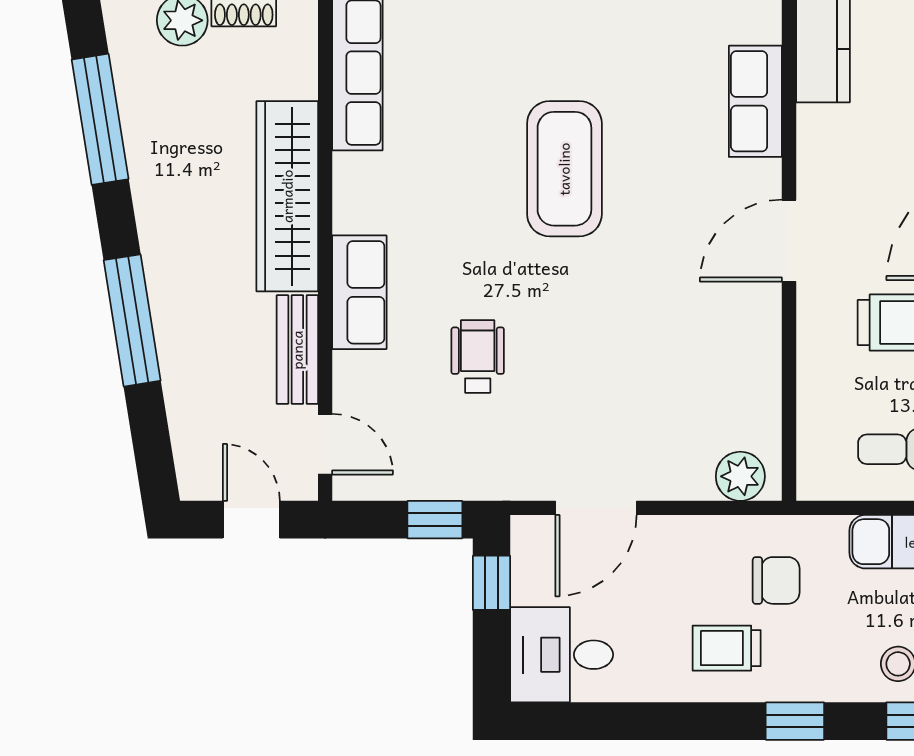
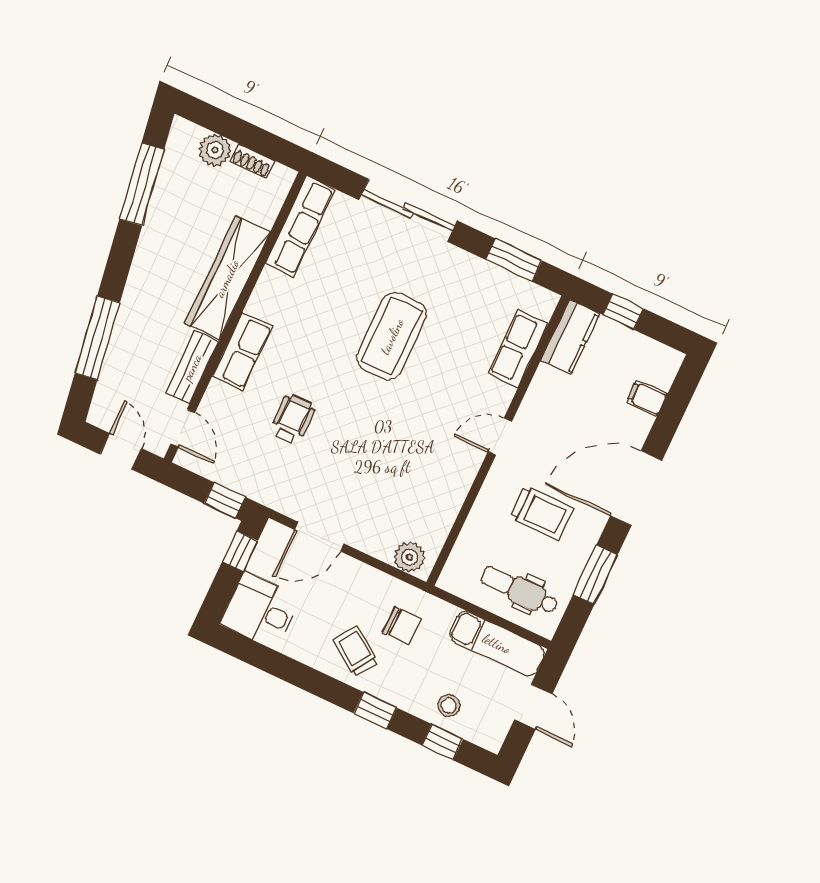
door: (789, 241) -> (500, 437), width x0.73
window: (132, 320) -> (97, 338), moved
trolley: (727, 648) -> (356, 651), turned 35

